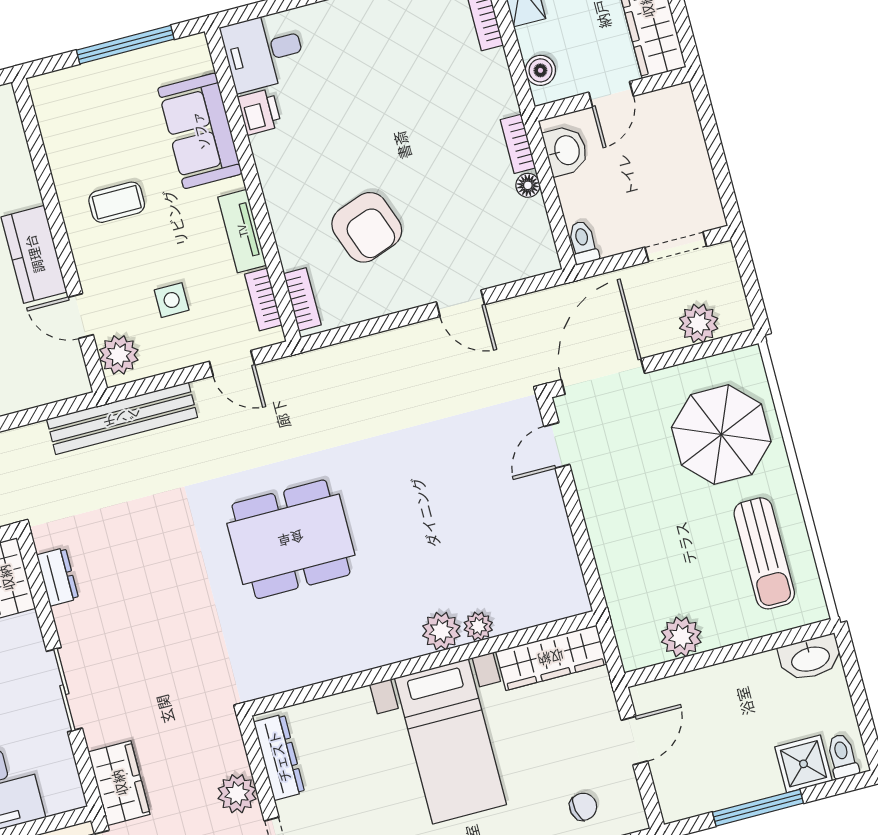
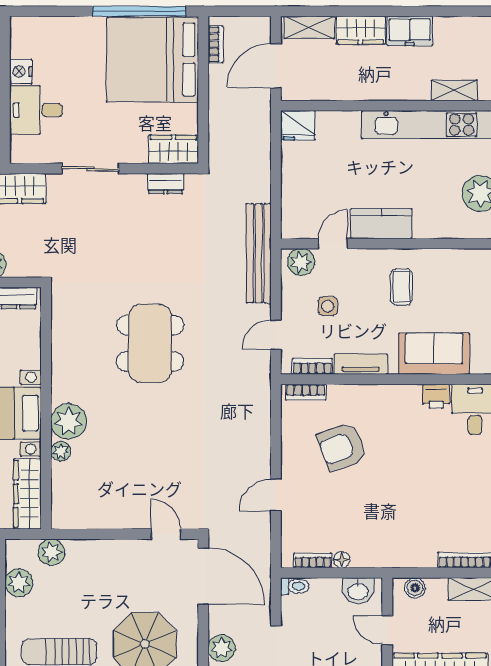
bookcase: (518, 144) -> (313, 560), moved
plant: (626, 602) -> (52, 552), added
plant: (441, 631) -> (69, 421), width x1.36, depth x1.36

